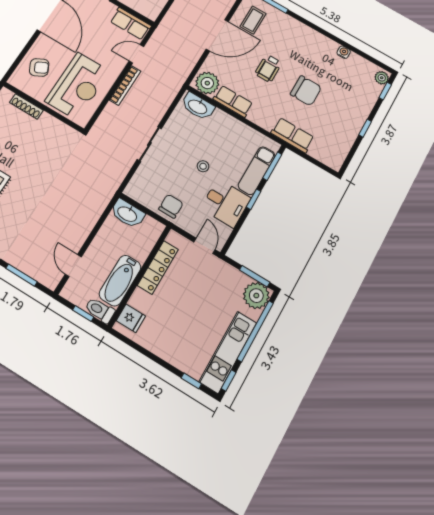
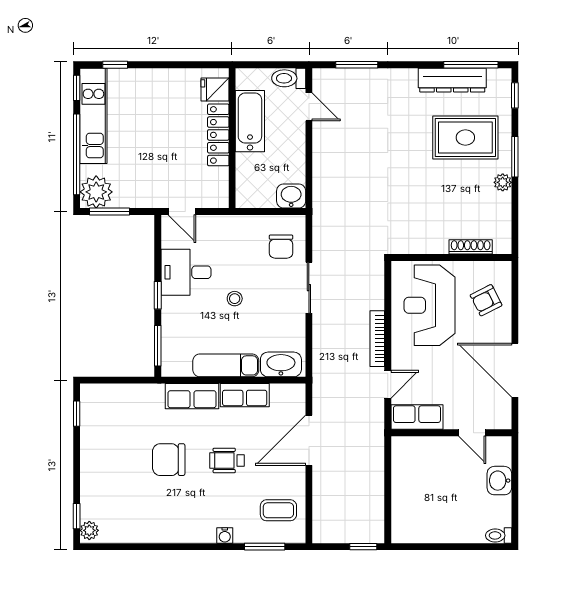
coffee table: (253, 20) -> (278, 510), turned 90
door: (217, 35) -> (309, 440), moved
water cooler: (344, 52) -> (225, 536), moved
wheelchair: (268, 68) -> (227, 460), turned -90
plant: (207, 83) -> (286, 399), removed
window: (365, 128) -> (77, 414), moved
row of seats: (292, 135) -> (192, 396), moved
exam couch: (257, 171) -> (226, 365), moved, turned -90
chair: (171, 206) -> (281, 247), moved
washbasin: (127, 214) -> (291, 196), width x0.72
locker: (158, 267) -> (218, 135), moved
toilet: (100, 310) -> (289, 78), moved, turned 180
window: (83, 314) -> (268, 65), removed

